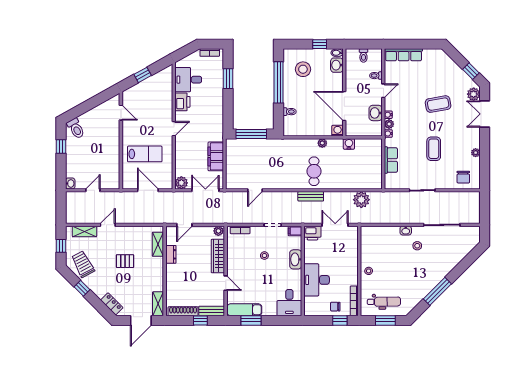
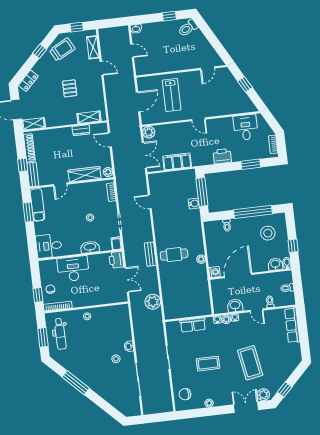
printer: (182, 102) -> (222, 156), moved, turned 180
coffee table: (438, 104) -> (250, 363), width x1.36, depth x1.32
water cooler: (349, 144) -> (194, 204), moved

